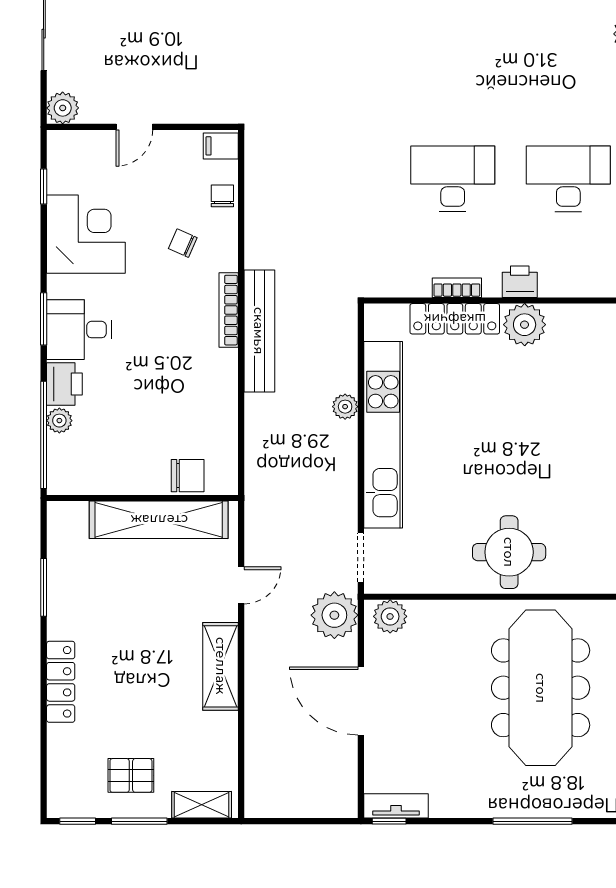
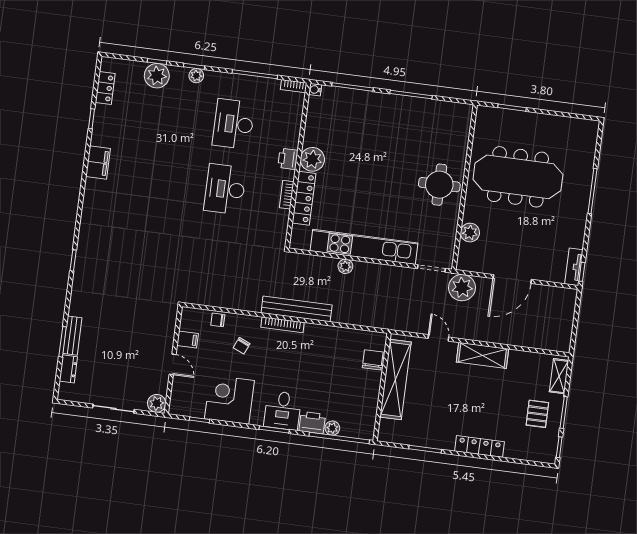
filing cabinet: (221, 146) -> (188, 339), moved, turned -90
plant: (390, 616) -> (470, 233), moved

